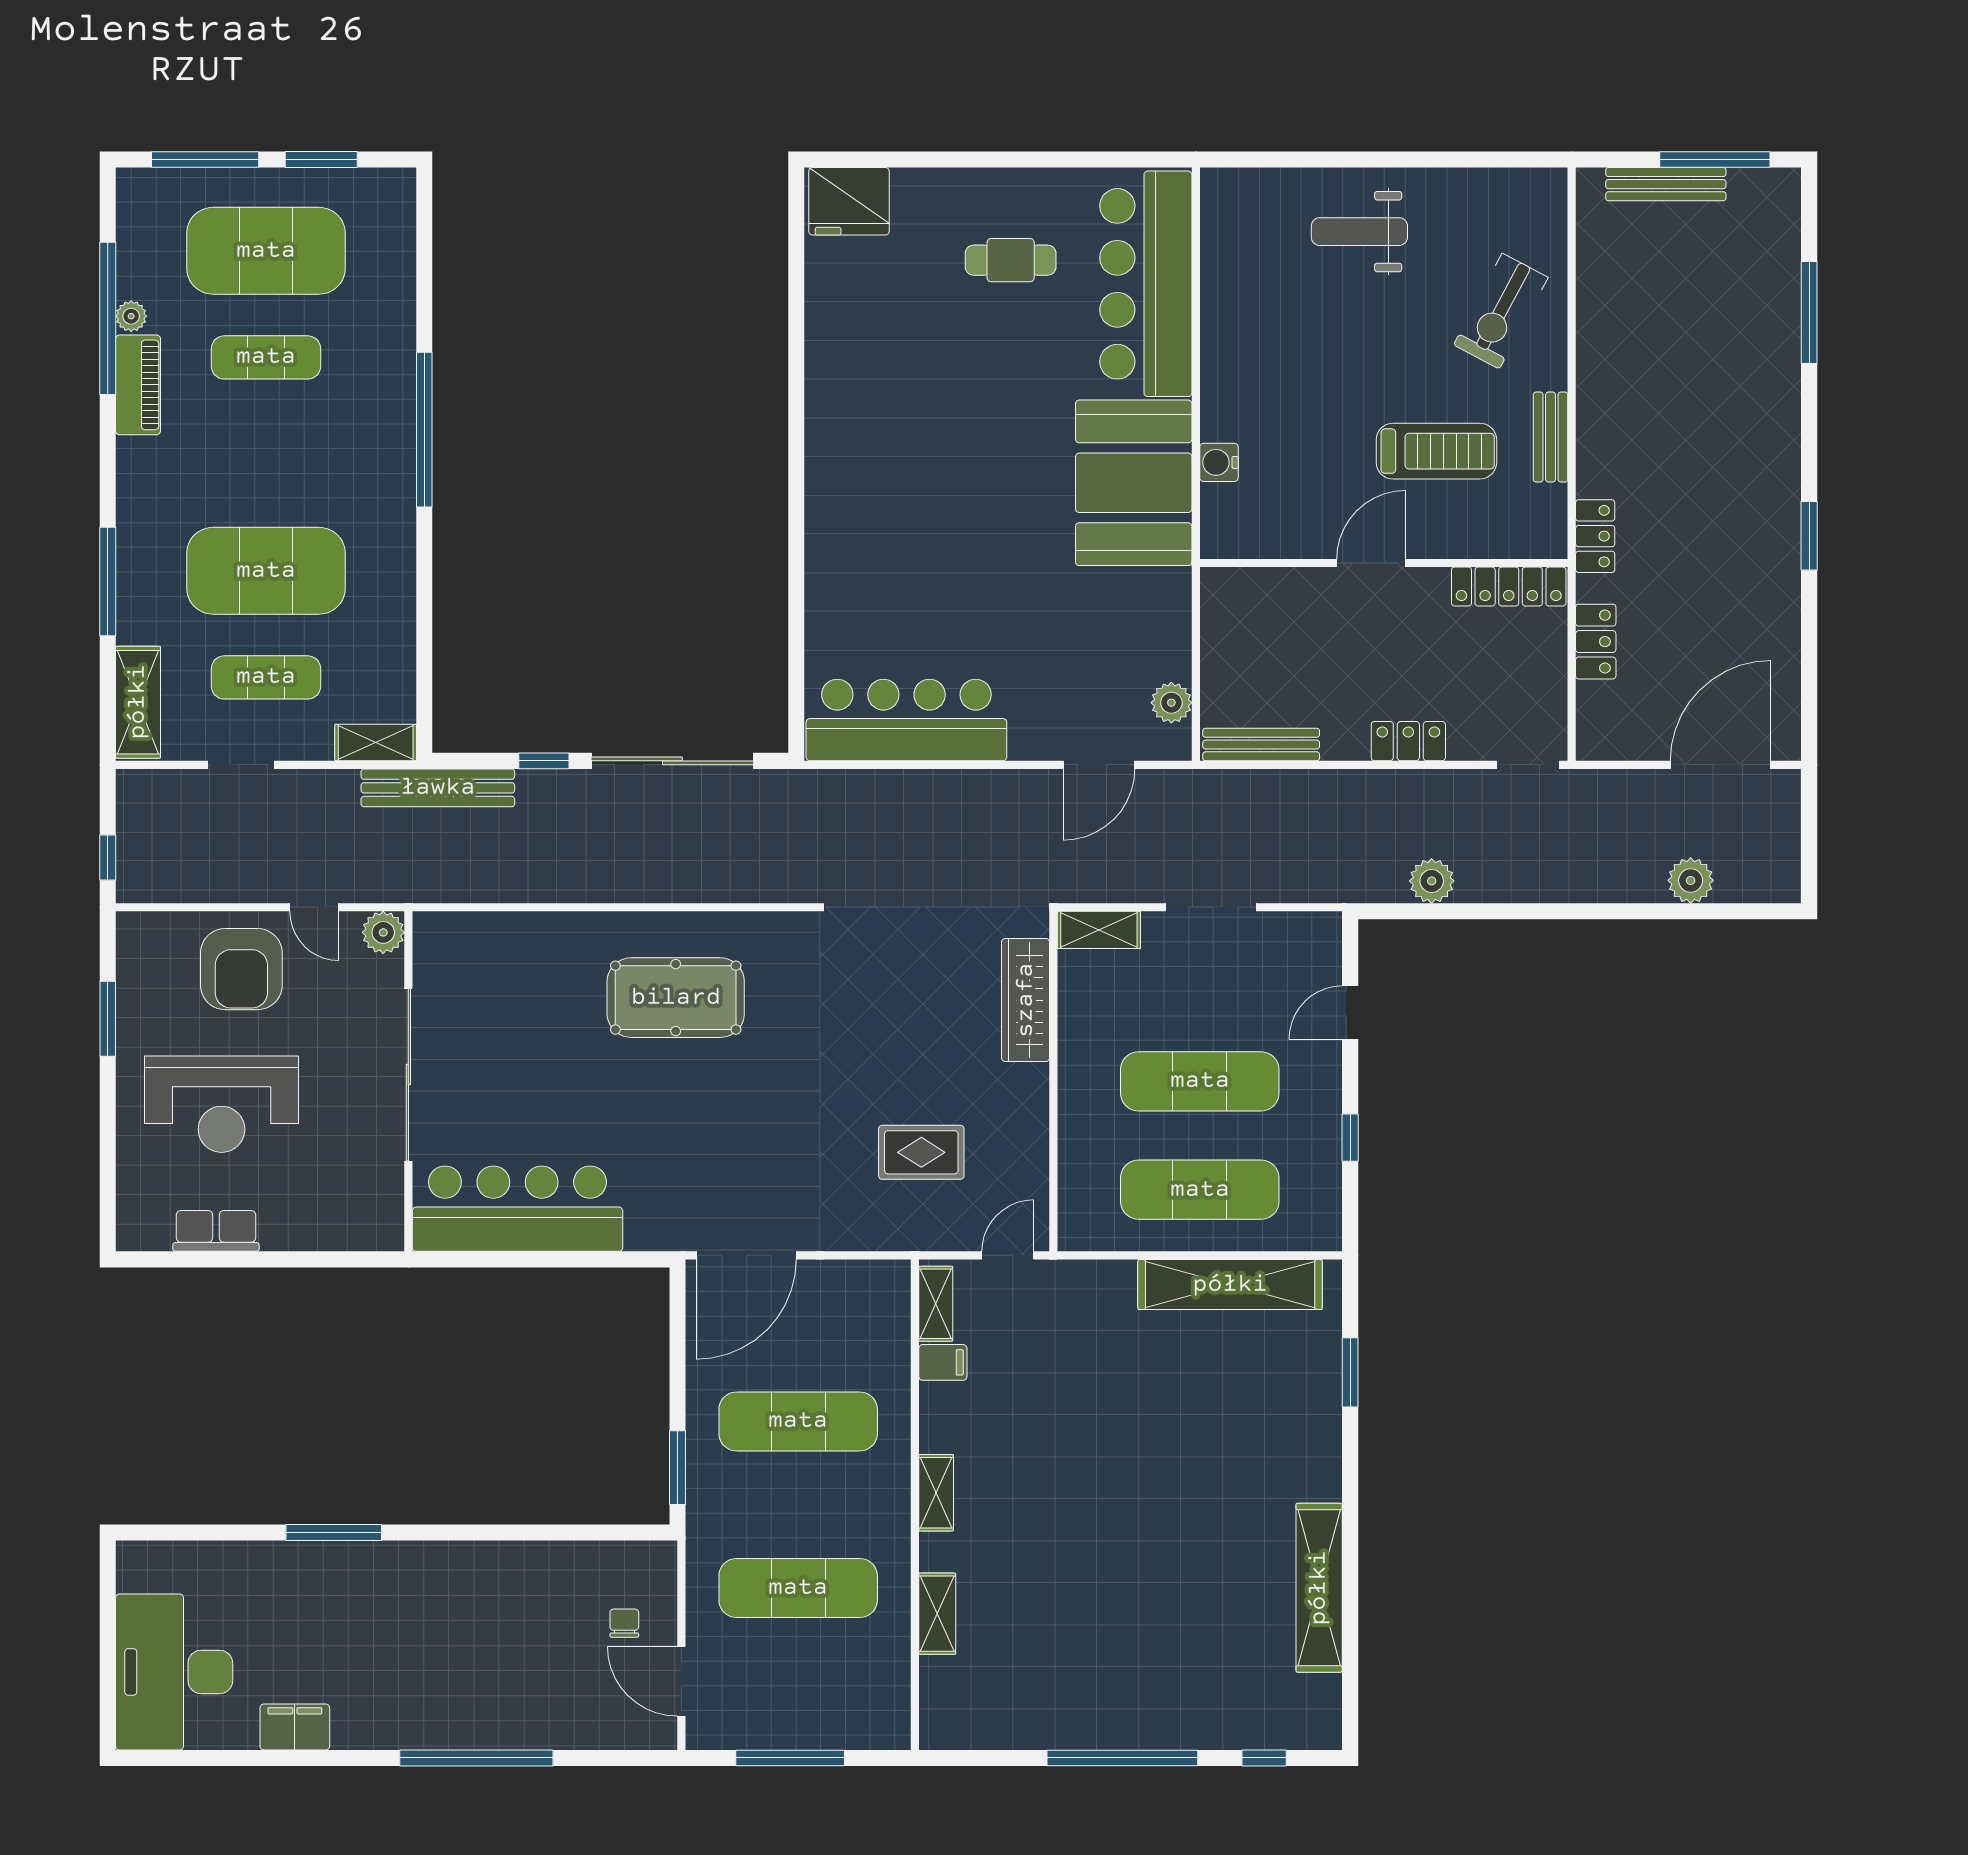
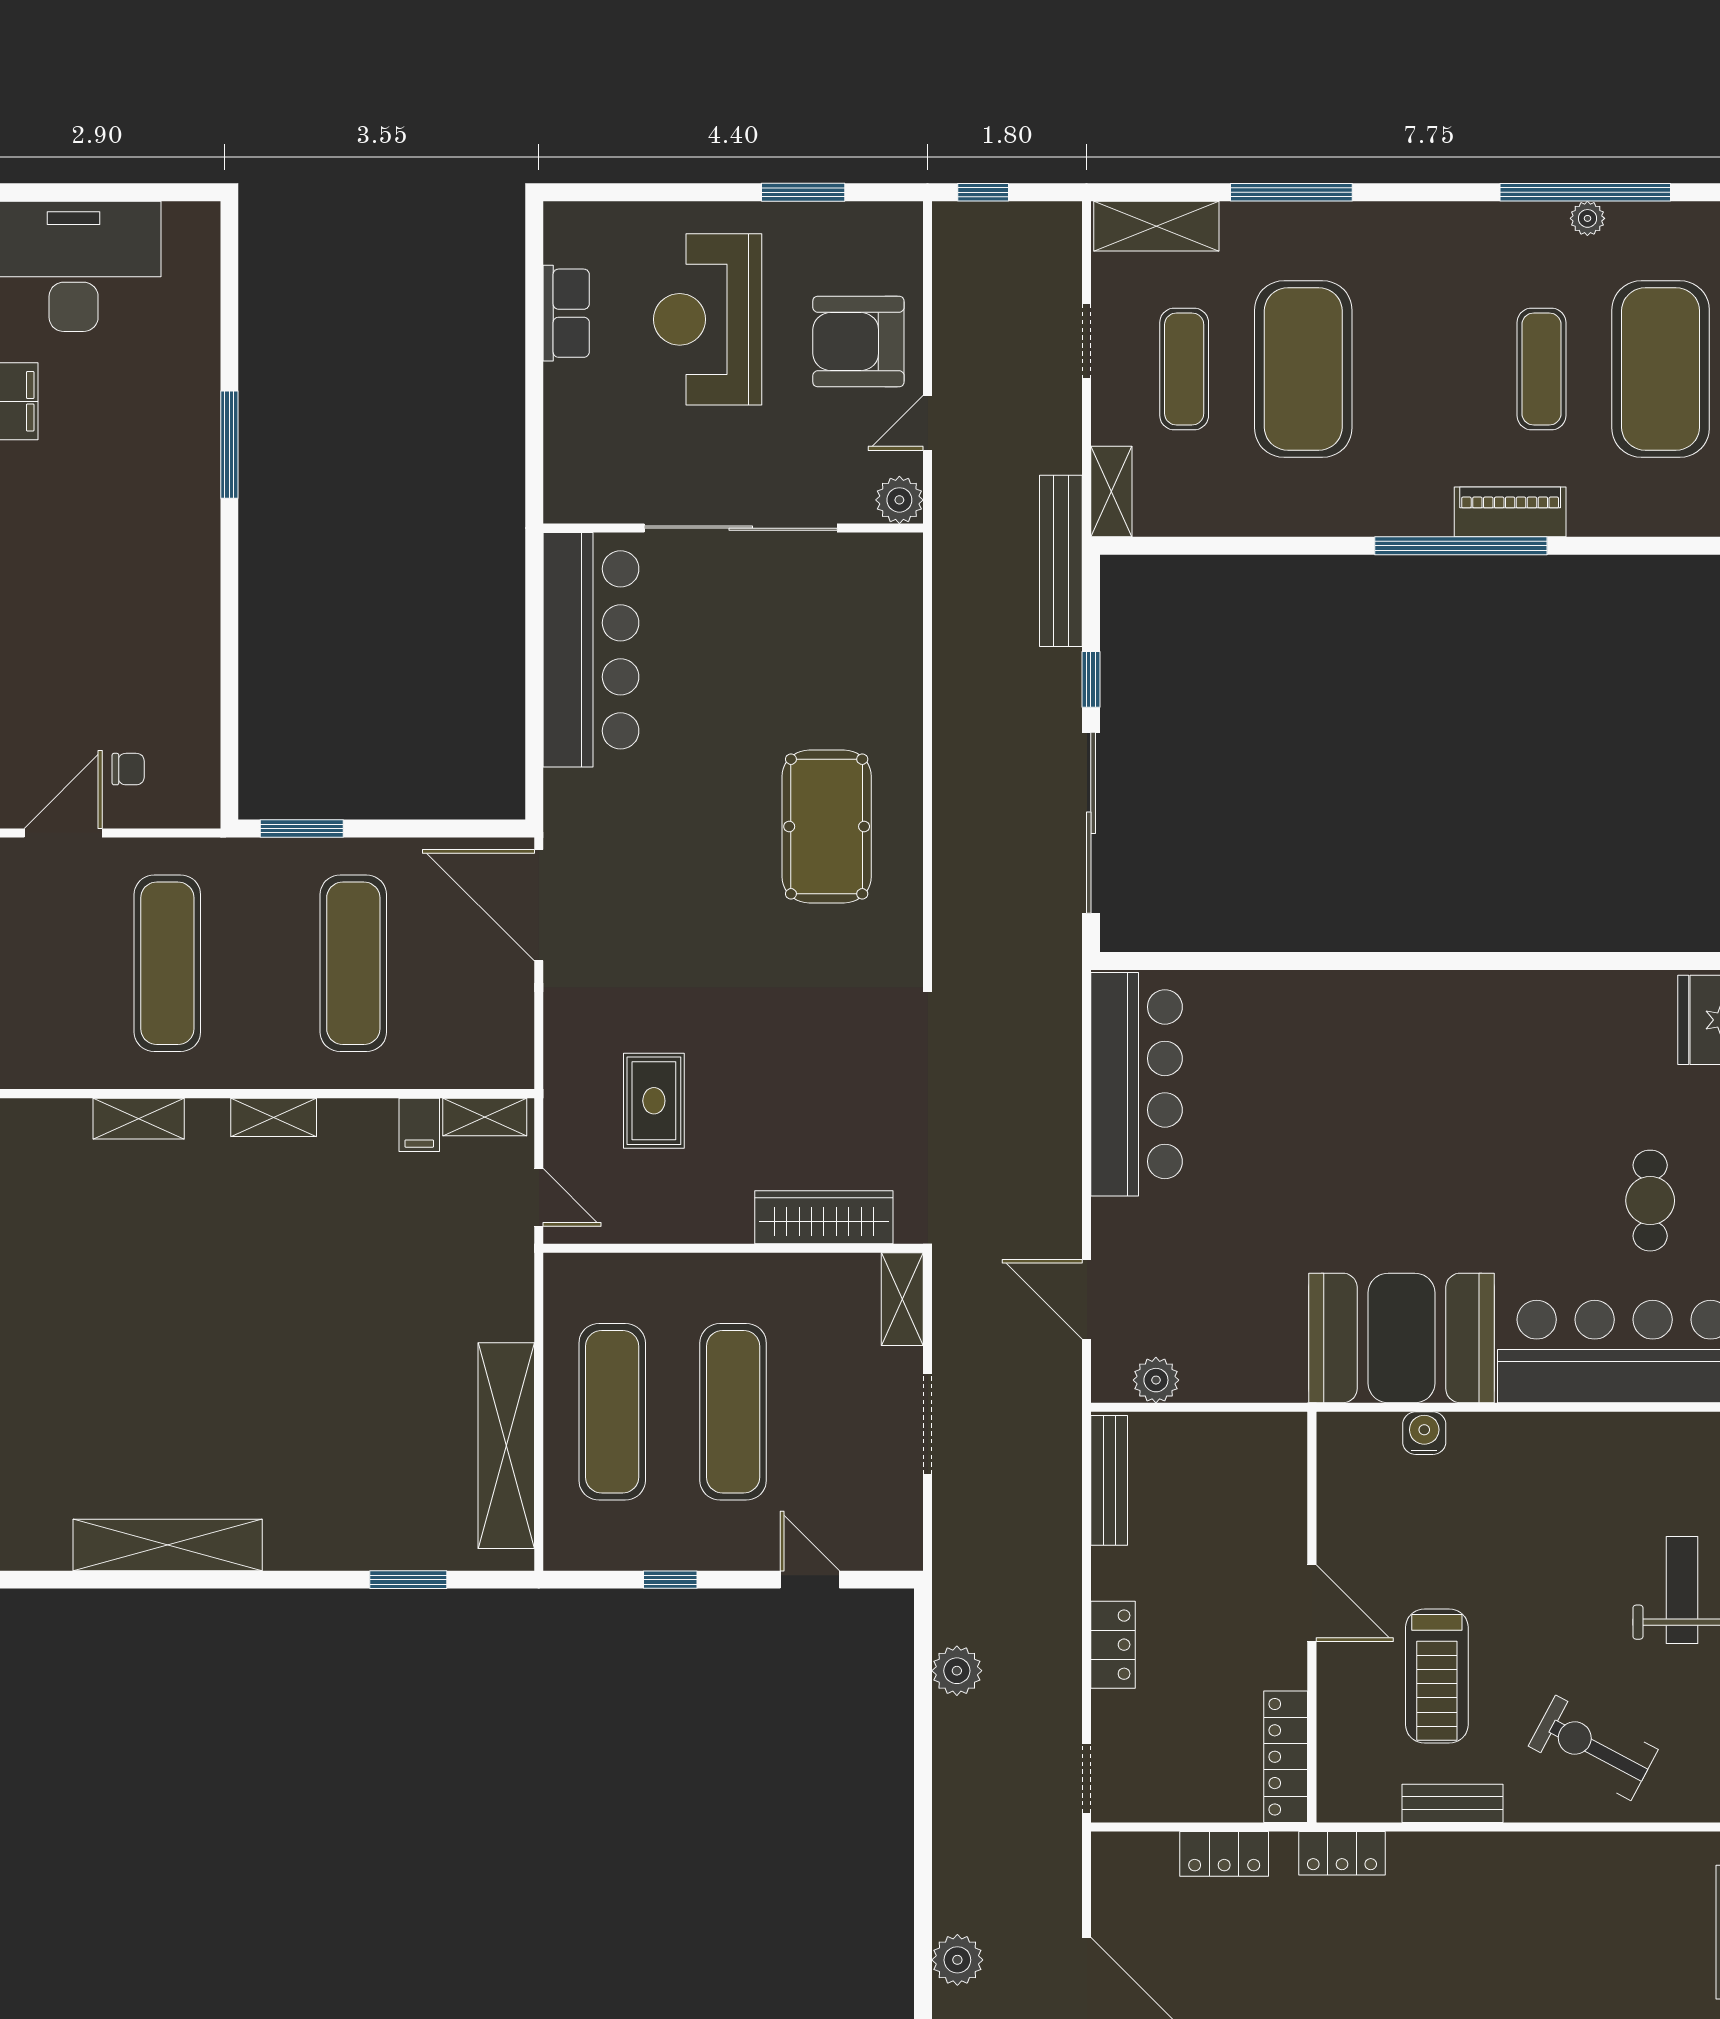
piano: (138, 385) -> (1510, 512), moved, turned 180

